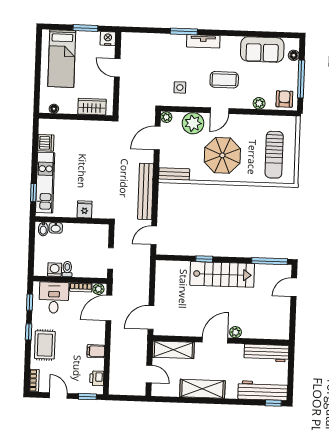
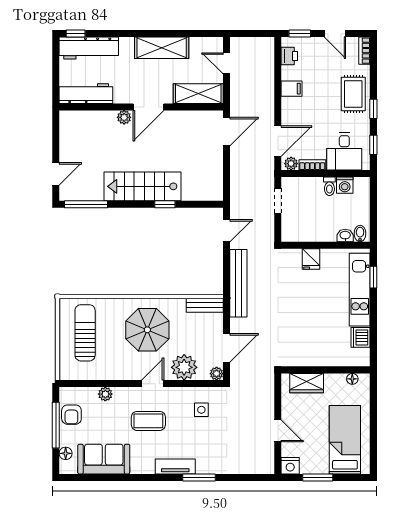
armchair: (284, 99) -> (71, 415), moved

